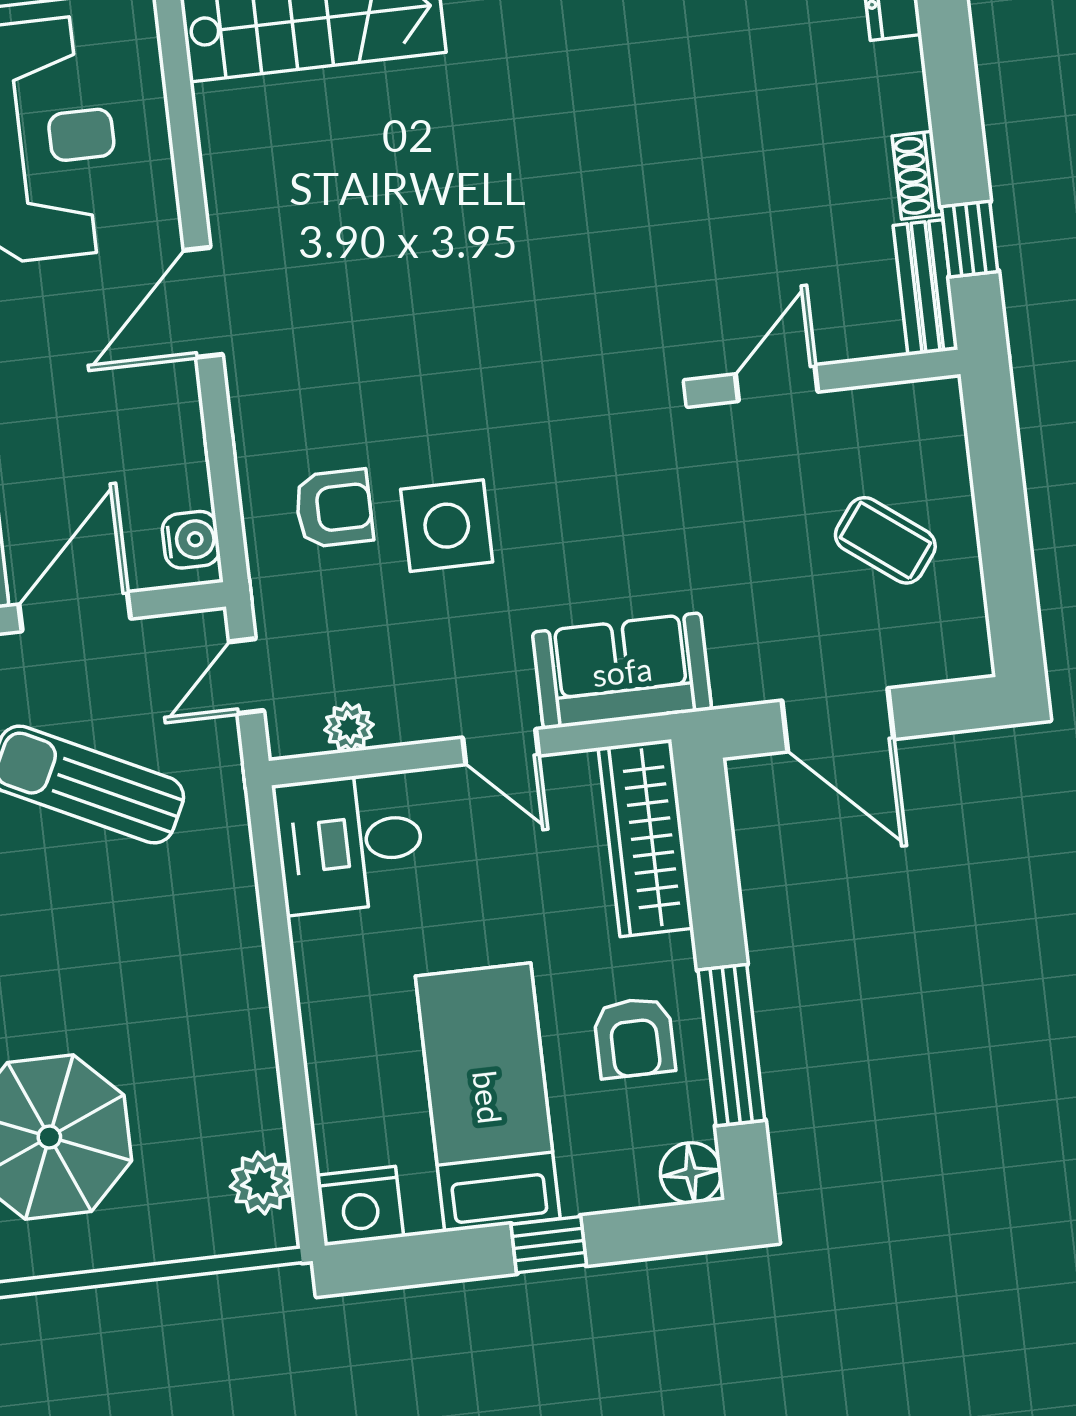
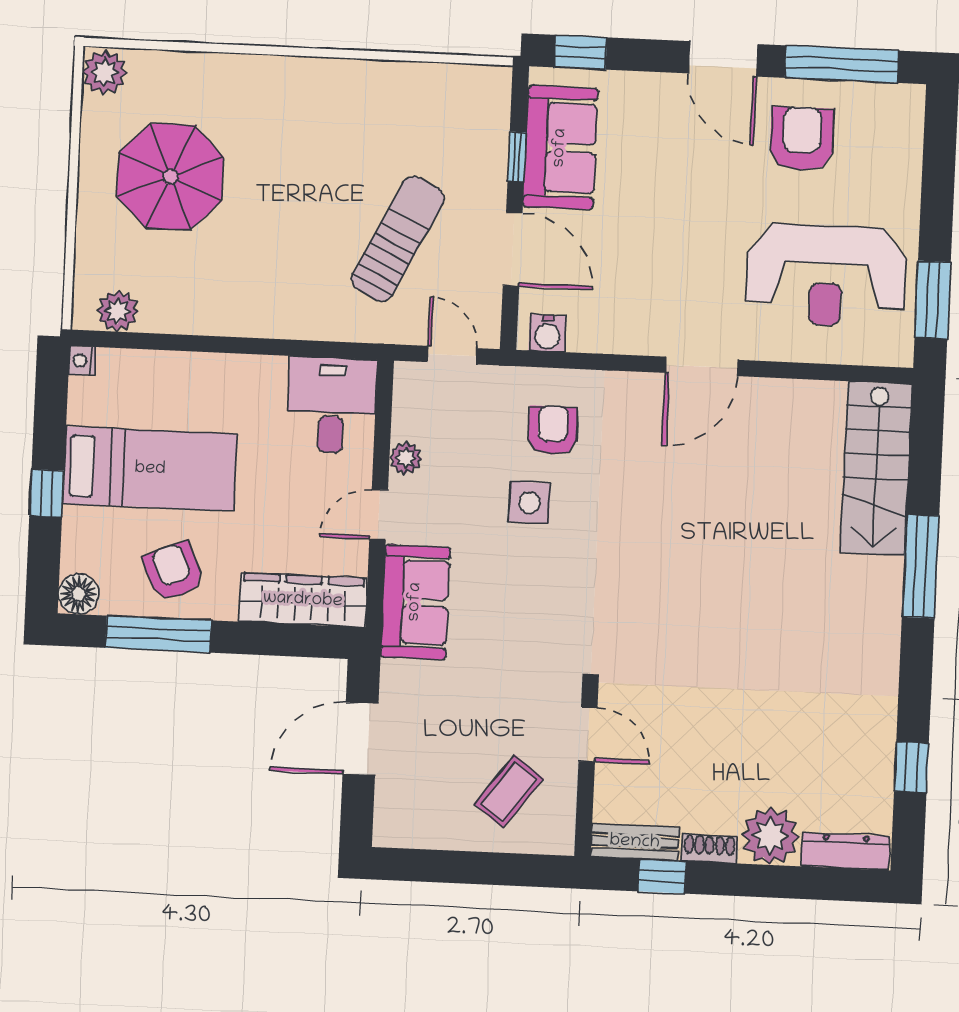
plant: (884, 88) -> (770, 836), added
door: (203, 302) -> (702, 366), swing flipped
armchair: (334, 508) -> (553, 430), turned 180
side table: (447, 526) -> (529, 503), width x0.73, depth x0.73
coffee table: (885, 540) -> (509, 791), moved
plant: (349, 727) -> (406, 458), moved
armchair: (634, 1038) -> (173, 571), turned 67
nightstand: (360, 1206) -> (82, 360), width x0.53, depth x0.56

